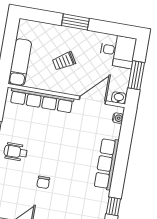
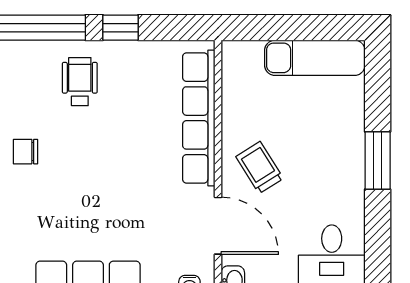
trolley: (64, 61) -> (260, 168), moved
exam couch: (20, 62) -> (315, 58), moved

